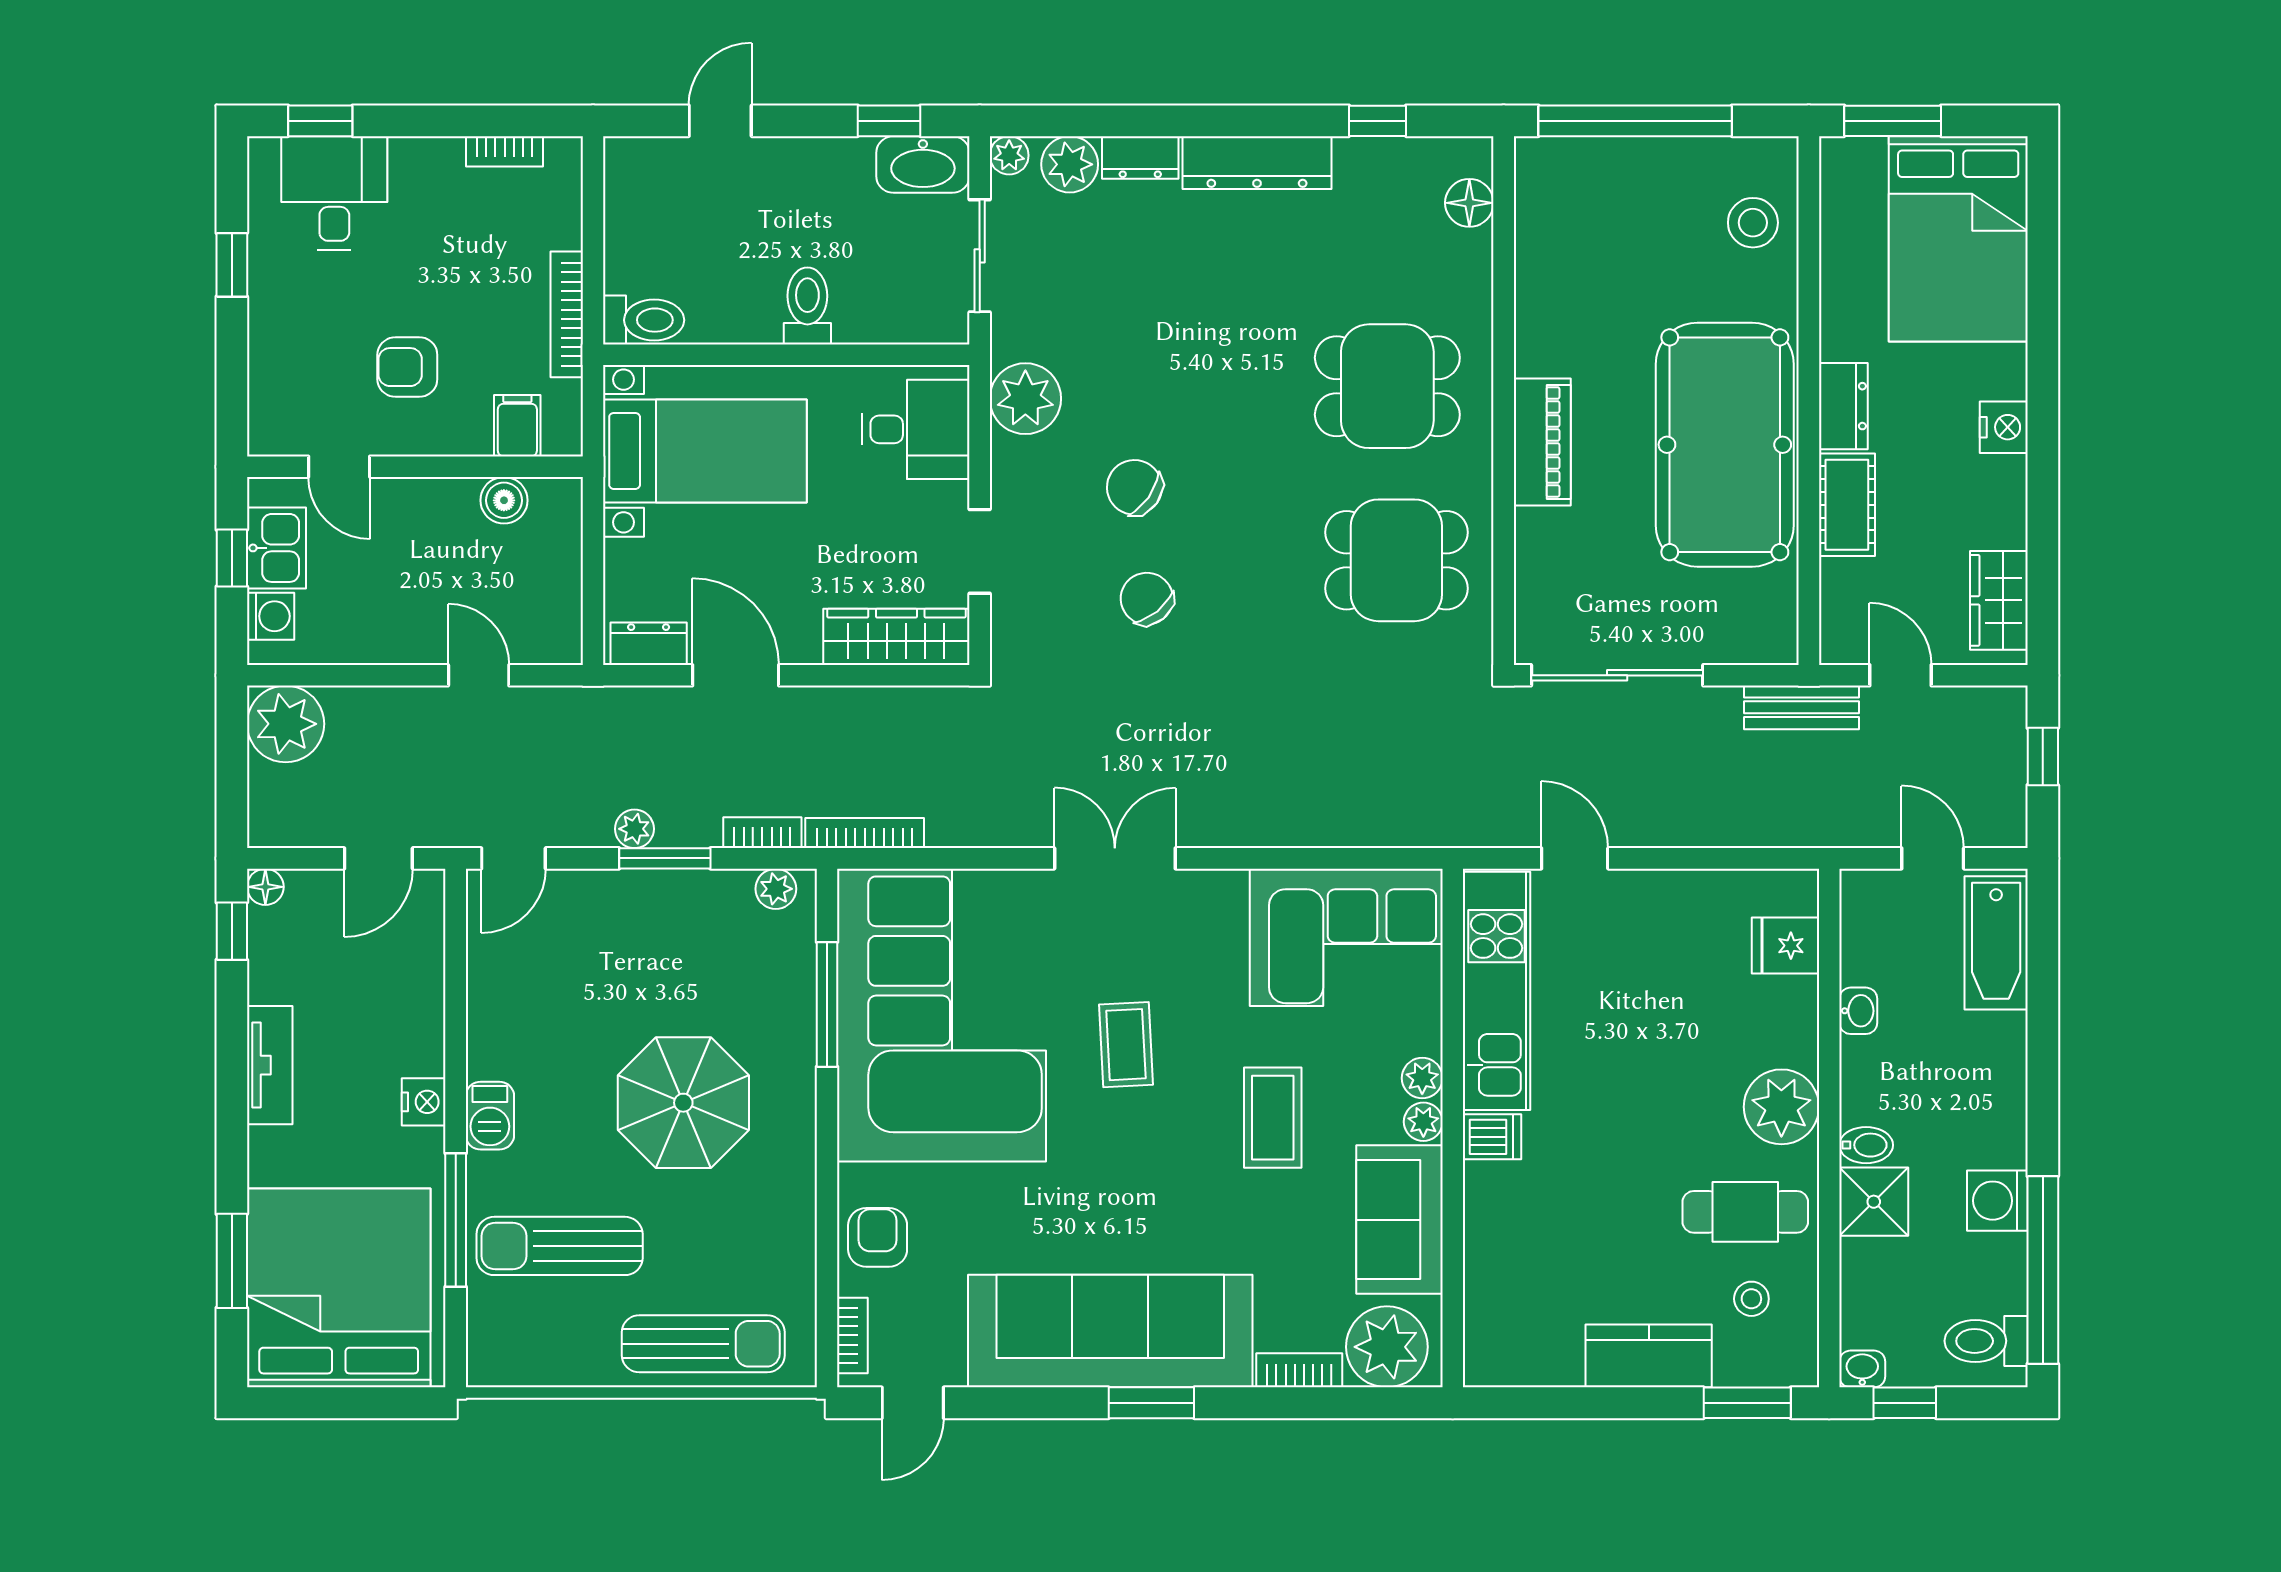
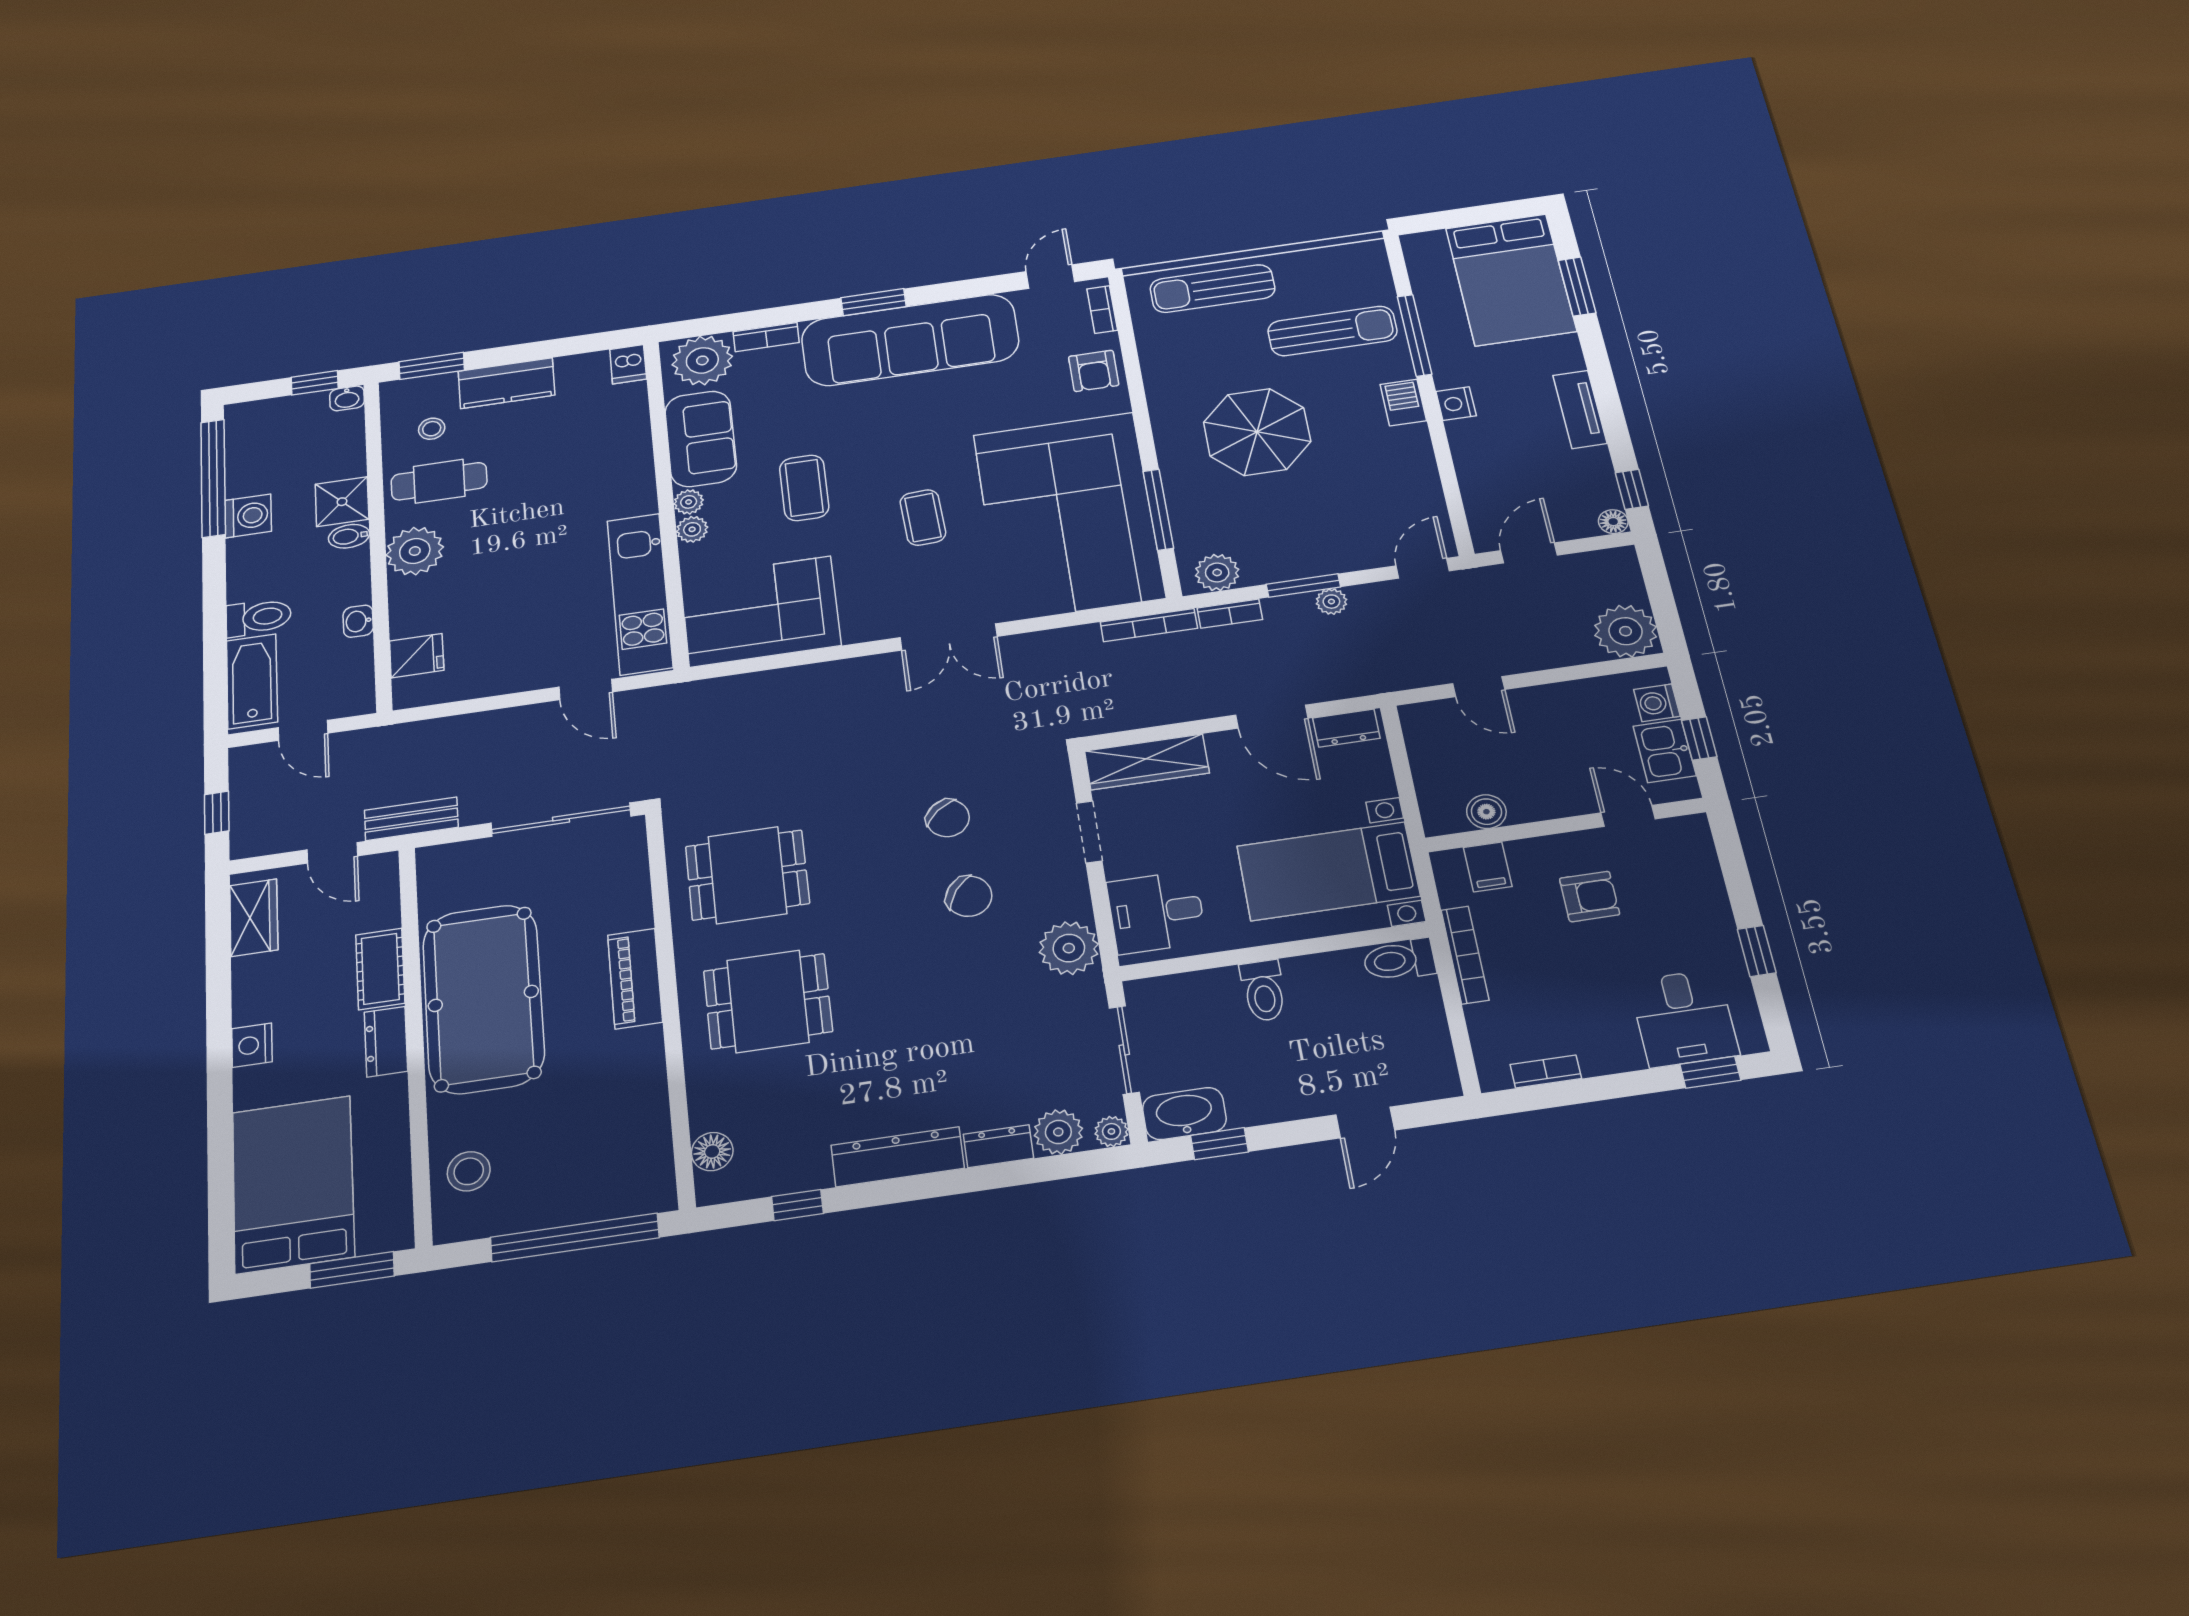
plant: (776, 889) -> (1217, 572), width x1.38, depth x1.38
dishwasher: (1492, 1137) -> (628, 364), moved, turned -90
bed: (339, 1288) -> (1511, 279), width x0.73
toilet: (1986, 1341) -> (259, 617), moved

